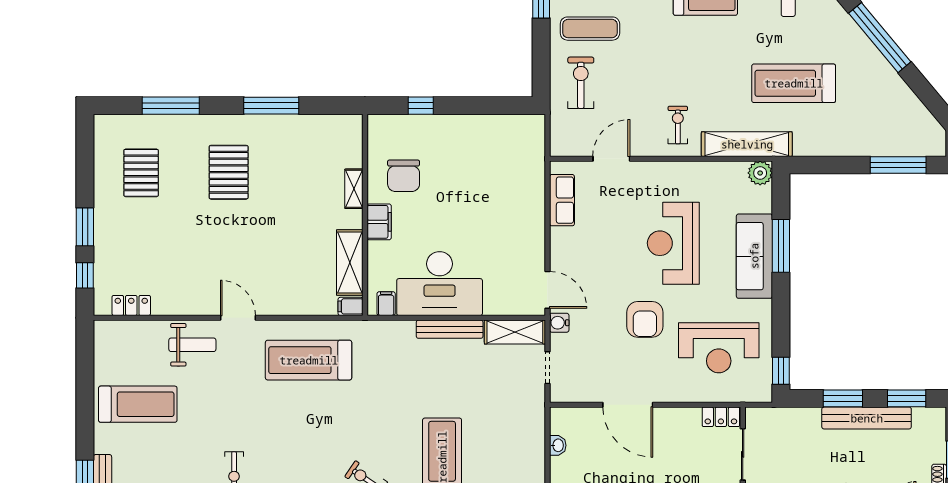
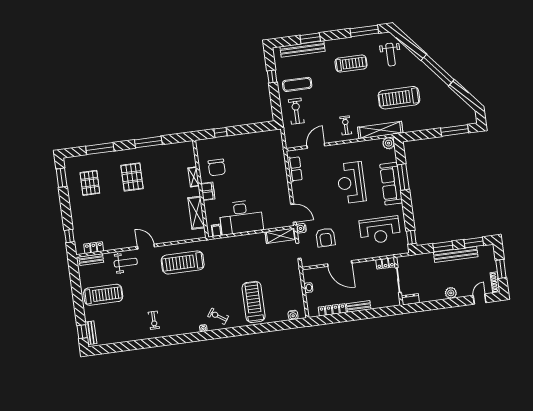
window: (85, 227) -> (62, 178), moved
filing cabinet: (351, 306) -> (200, 234), removed
armchair: (645, 319) -> (326, 237), moved
bench: (450, 329) -> (91, 260), moved, width x0.73

